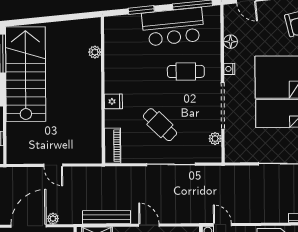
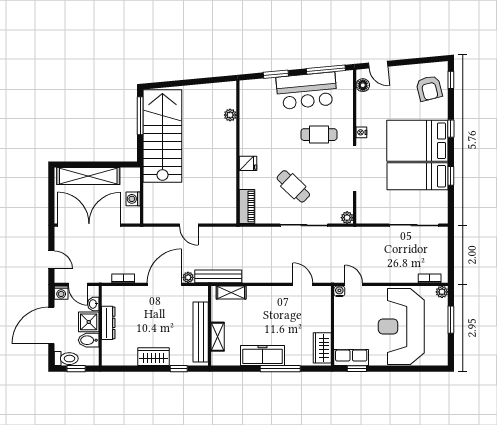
floor lamp: (231, 42) -> (363, 85), moved
plant: (215, 139) -> (347, 218), moved
bench: (106, 217) -> (218, 276), moved
door: (149, 225) -> (303, 284), moved

